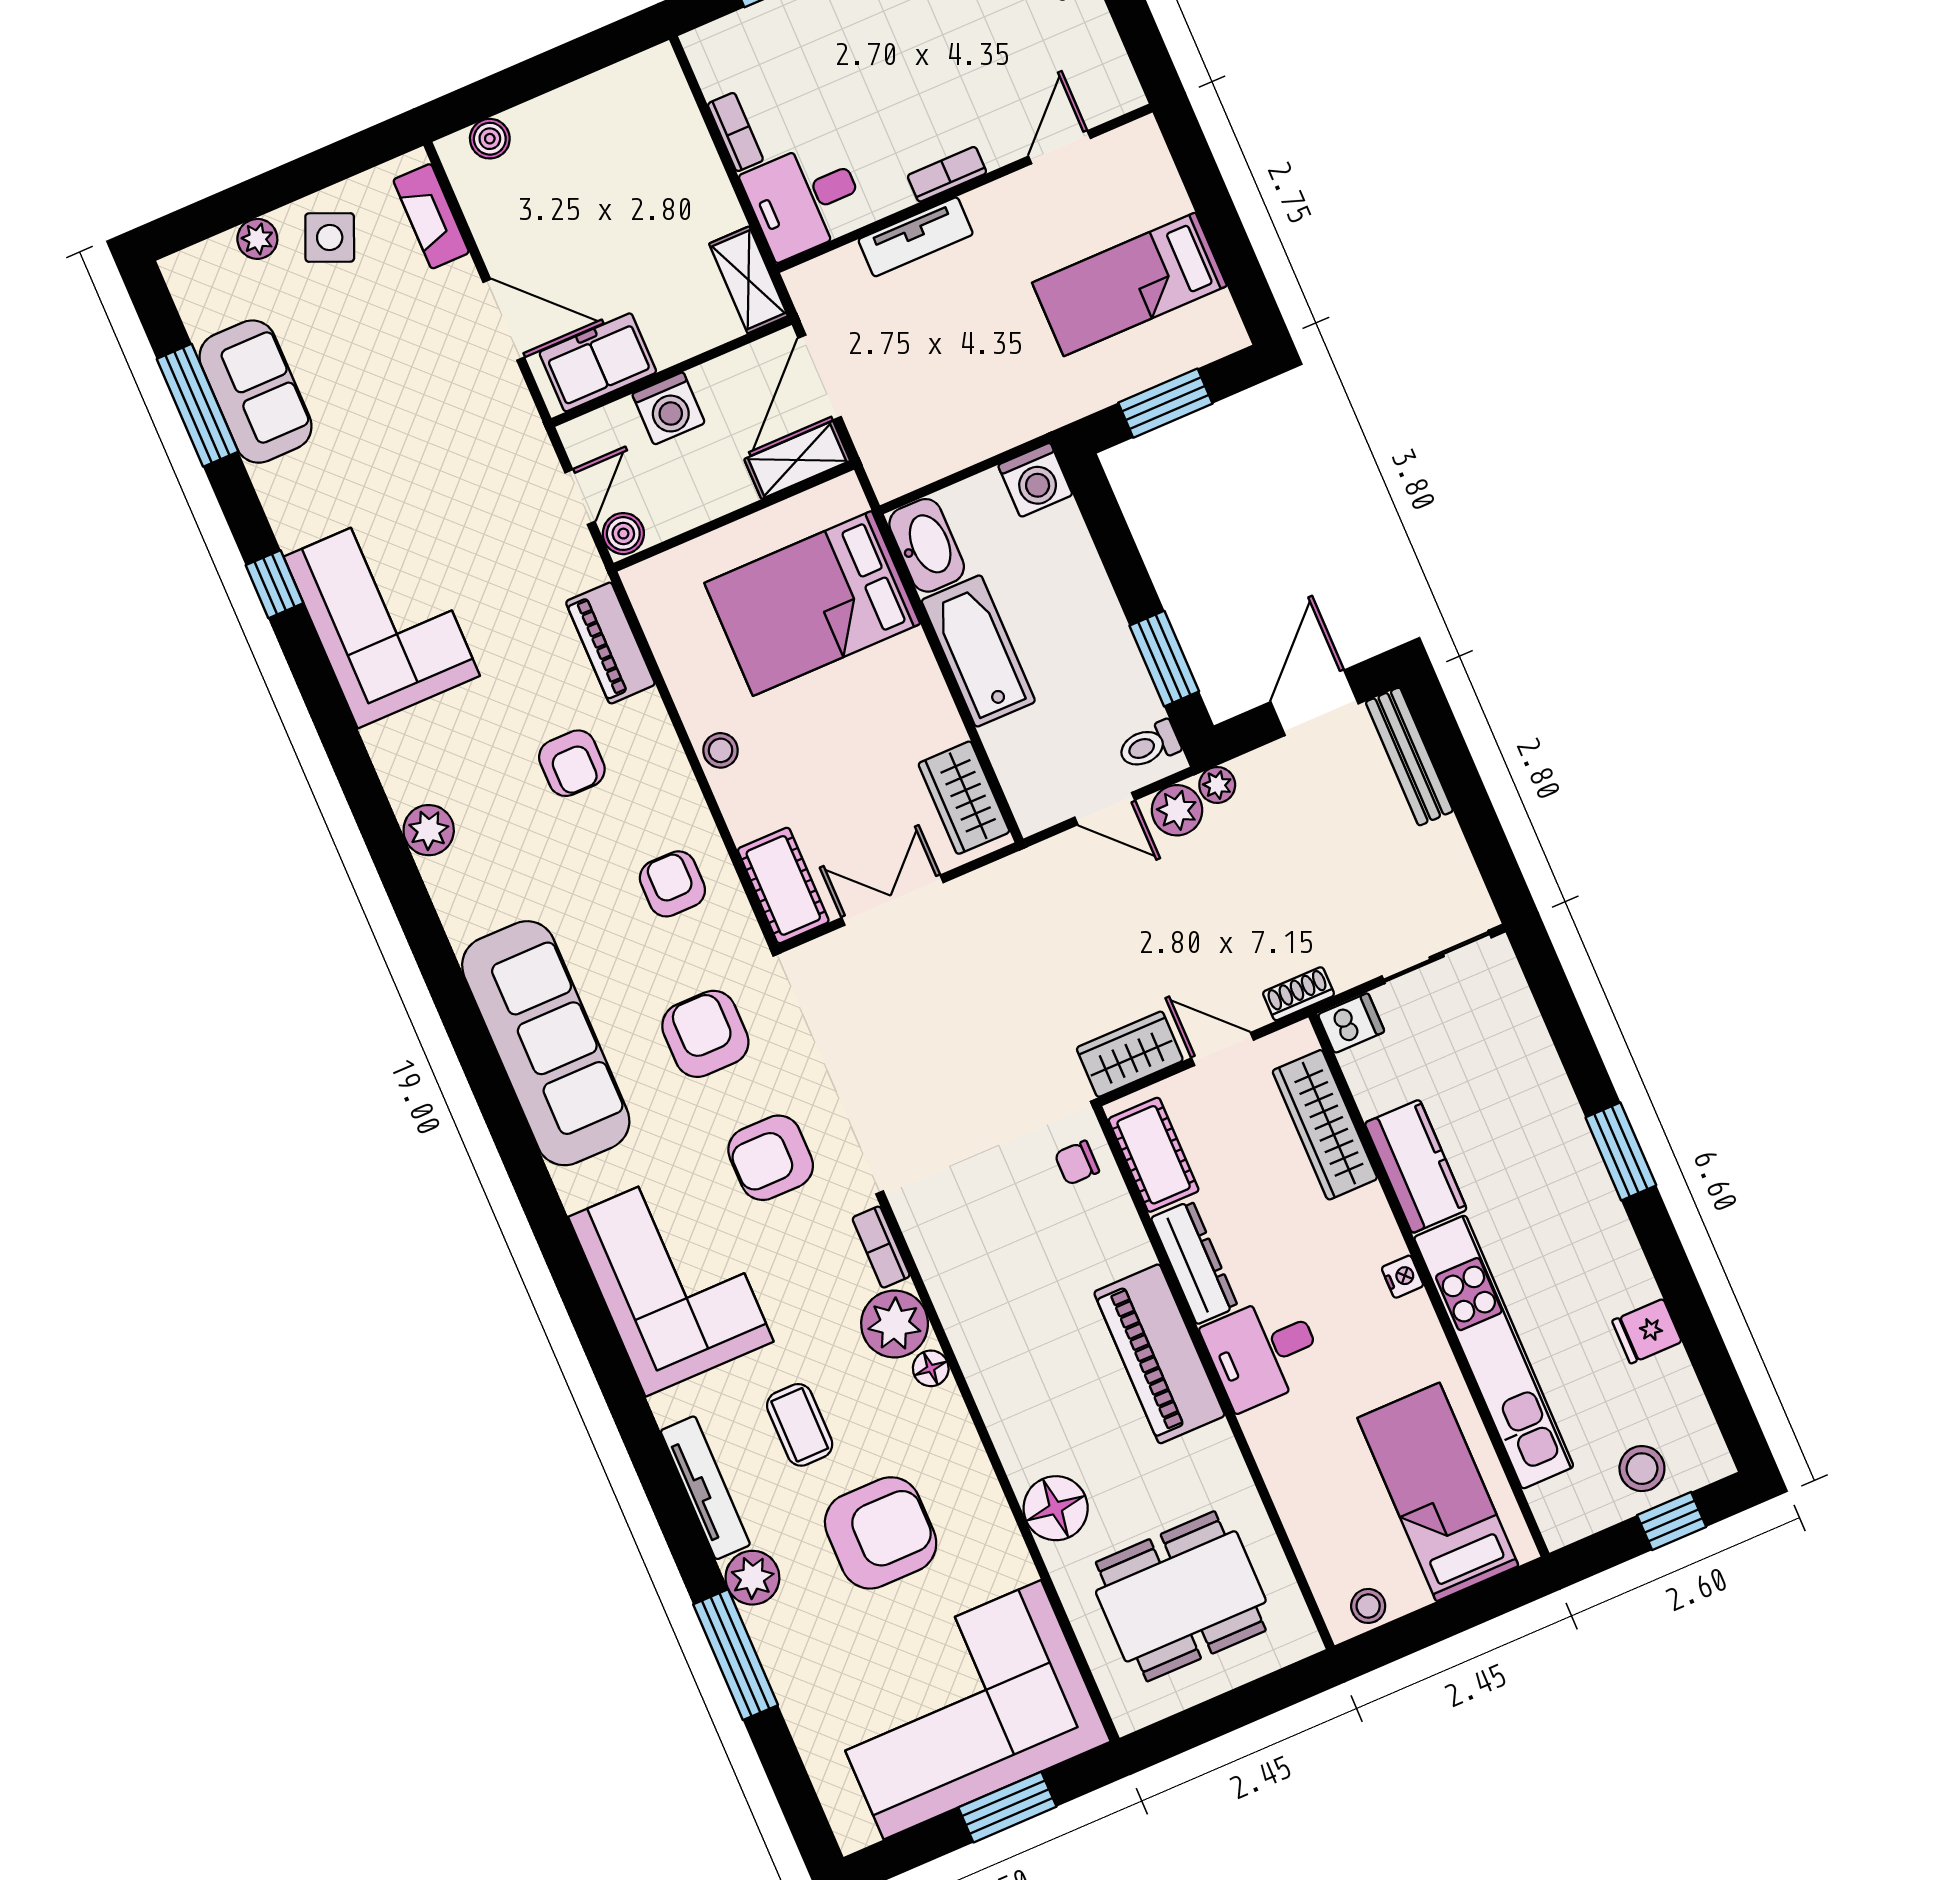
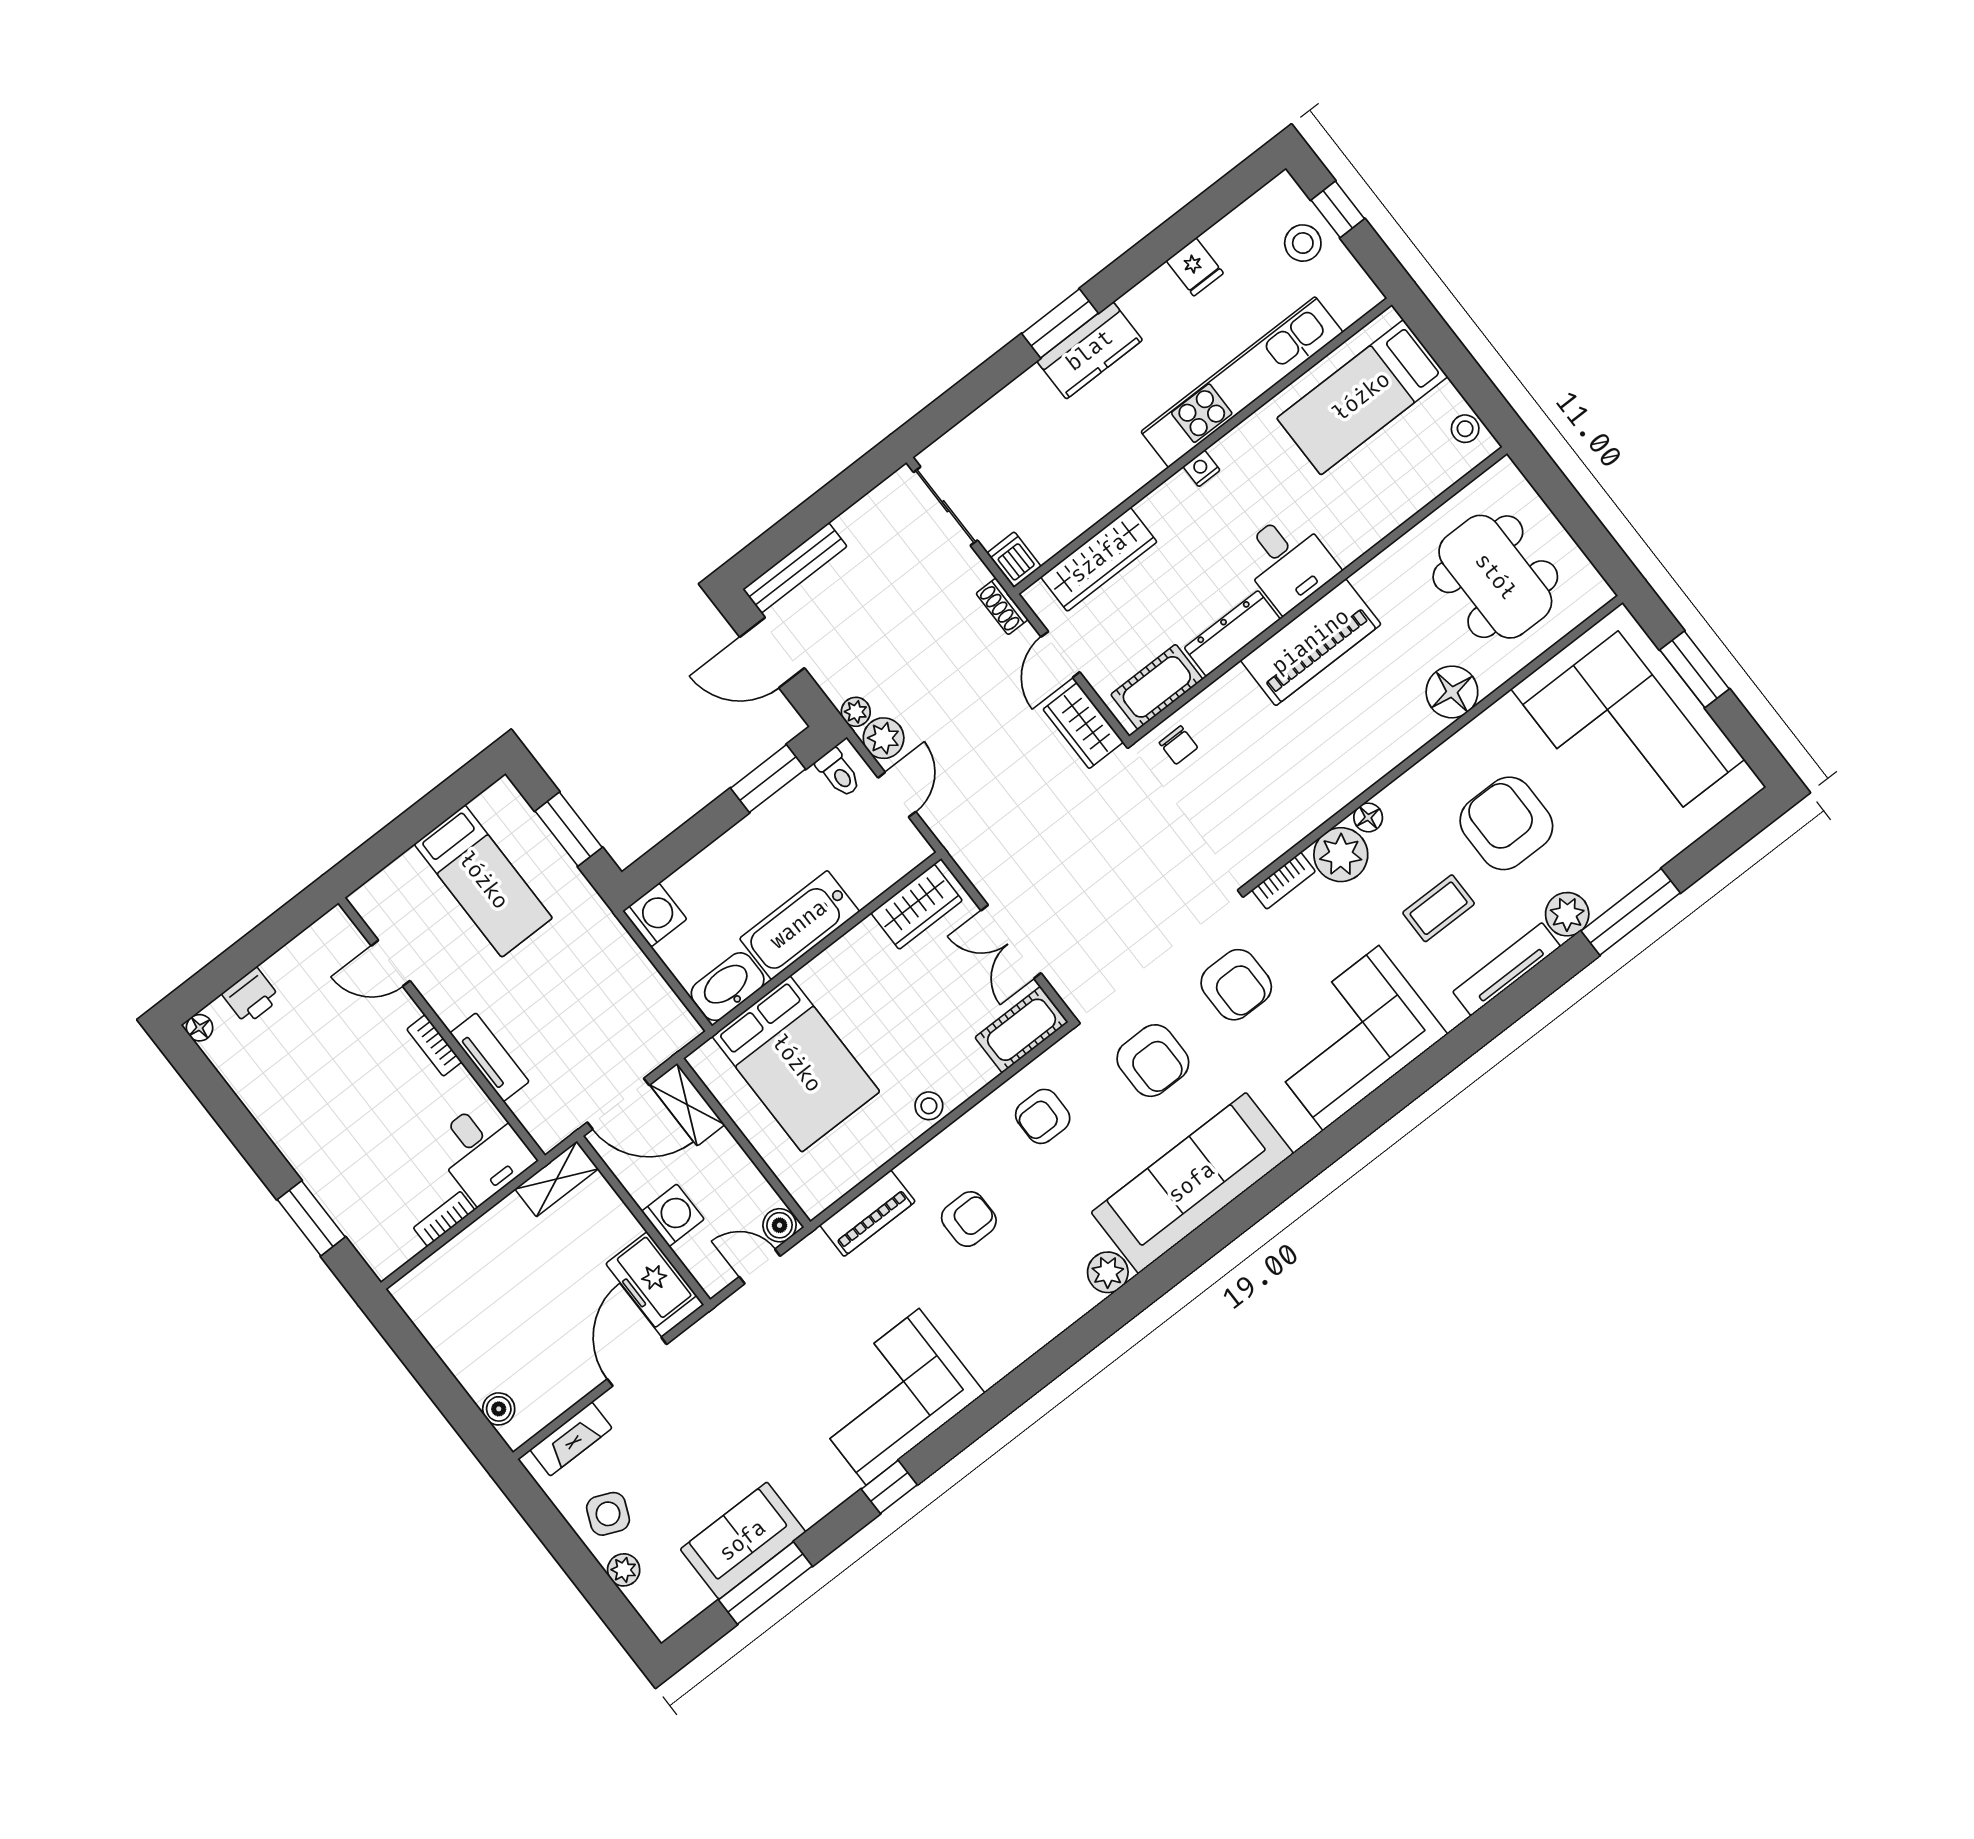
plant: (429, 830) -> (1108, 1272), moved
armchair: (705, 1034) -> (1153, 1061), turned -90
kitchen counter: (1416, 1166) -> (1090, 351), moved, turned 180

